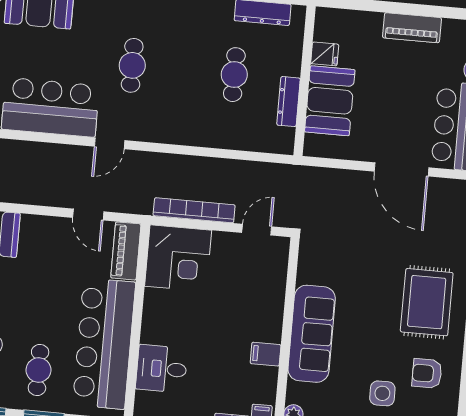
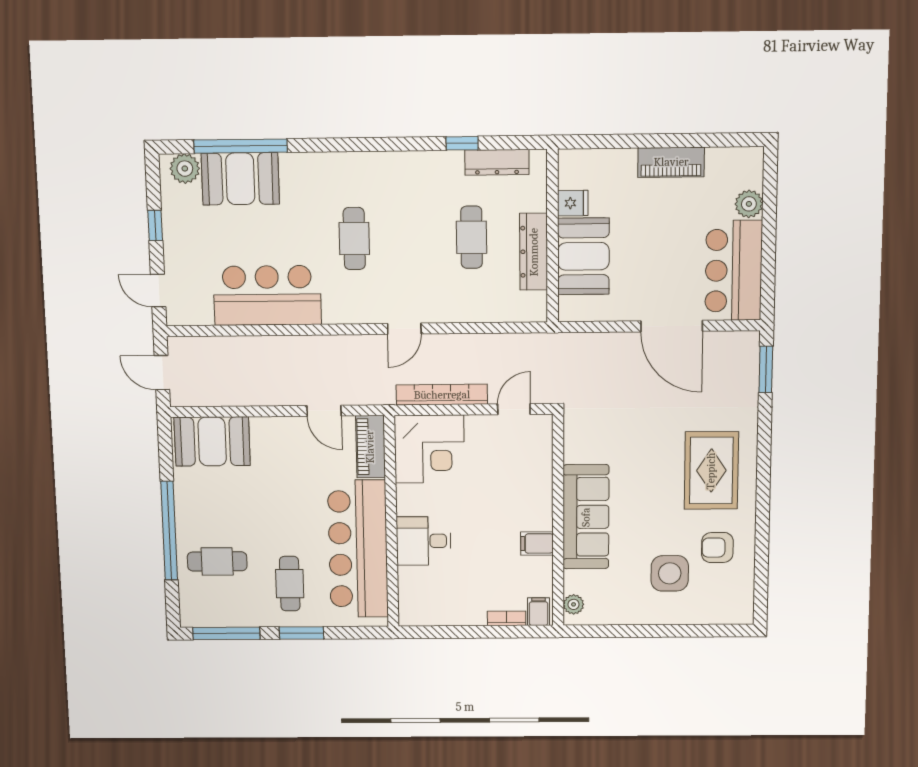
dresser: (288, 102) -> (534, 252), width x1.37, depth x1.24
door: (110, 143) -> (404, 329), moved
desk: (162, 369) -> (424, 541), moved
side table: (382, 393) -> (670, 573), width x1.37, depth x1.37

